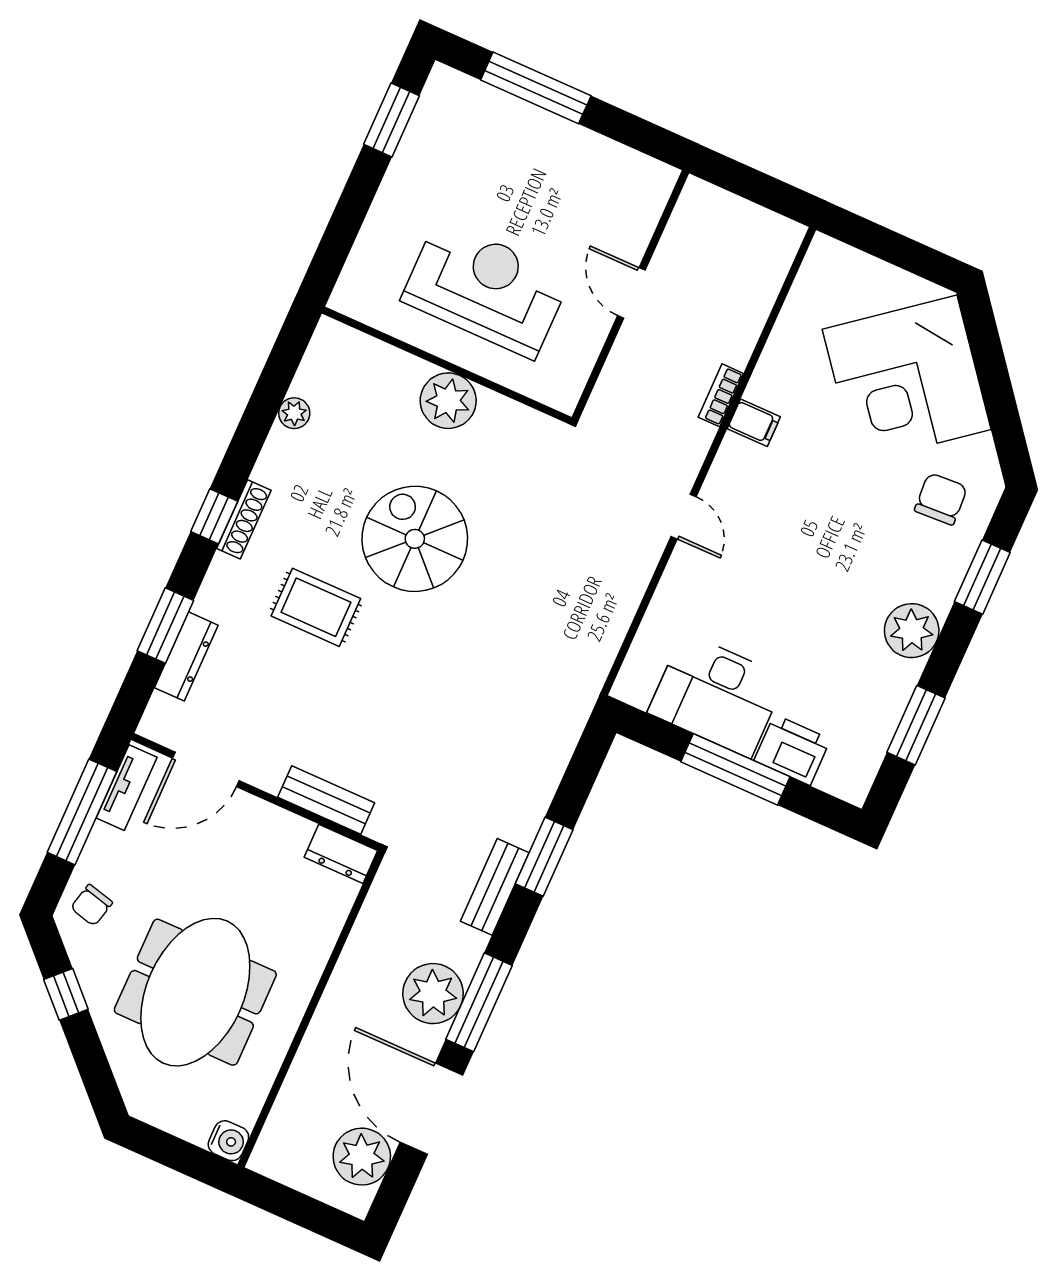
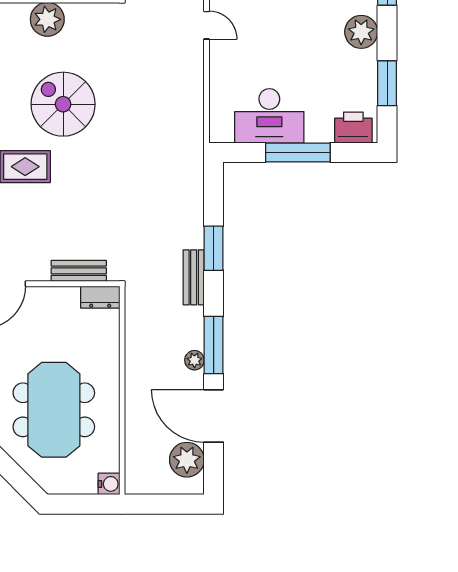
printer: (792, 750) -> (353, 128), moved
plant: (433, 994) -> (194, 360), width x0.53, depth x0.53

